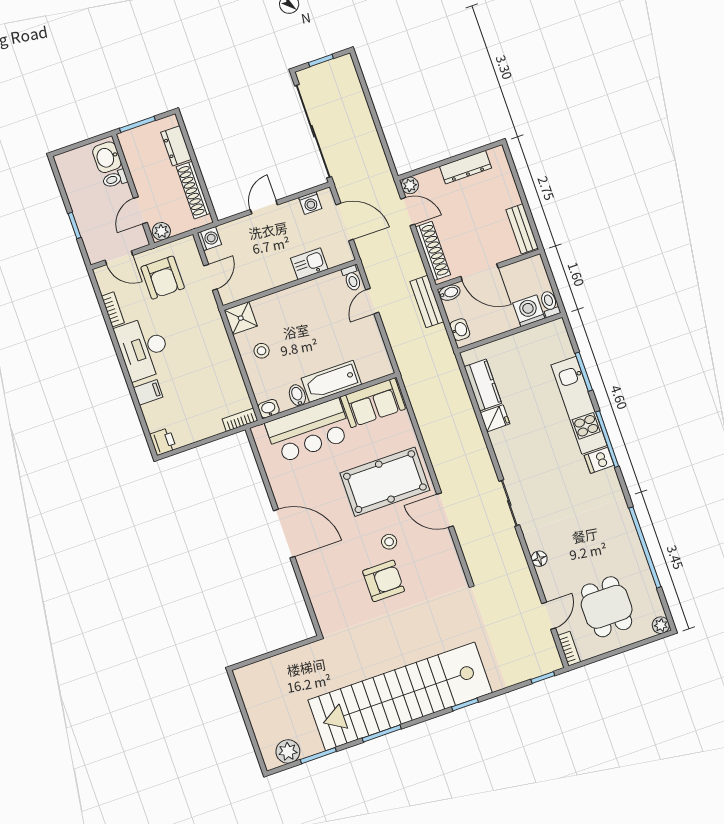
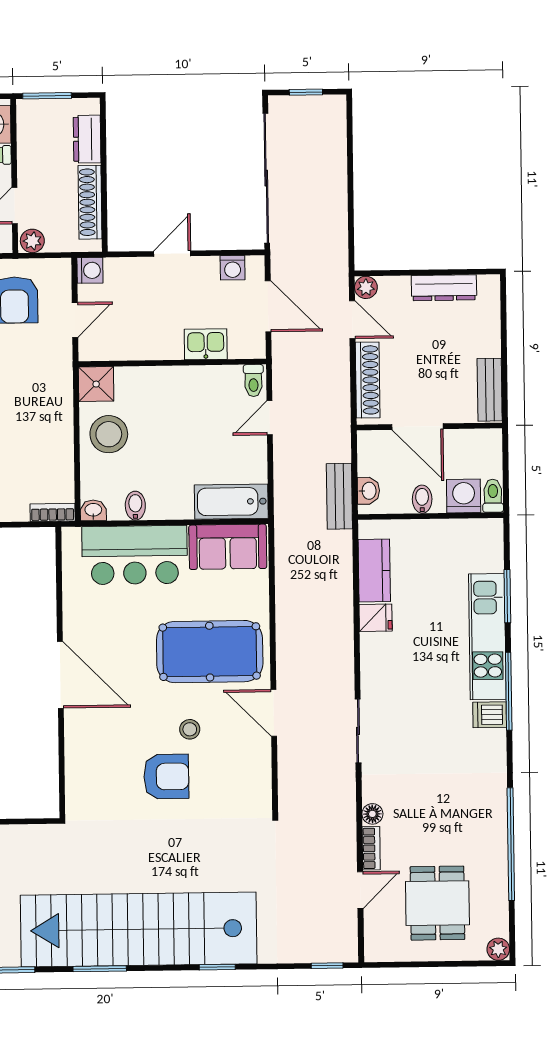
bidet: (450, 293) -> (422, 499), moved, turned -90
bench: (427, 302) -> (339, 496), moved
stool: (262, 351) -> (109, 434), width x1.89, depth x1.89
bathtub: (331, 381) -> (231, 502), moved
bookcase: (569, 649) -> (371, 848), moved

